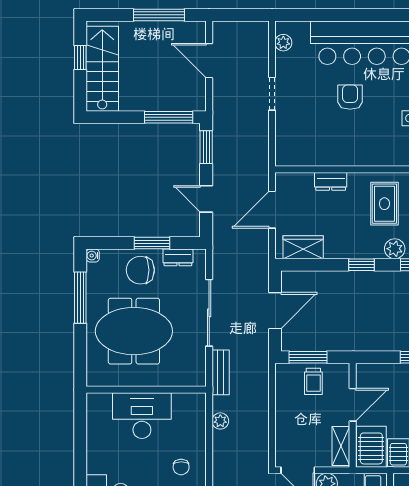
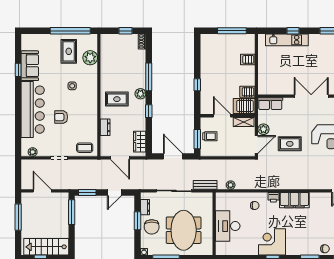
door: (209, 61) -> (42, 191), swing flipped
coffee table: (292, 142) -> (85, 148), added

